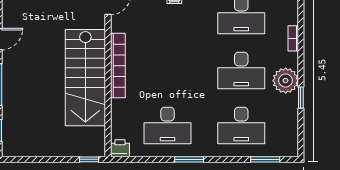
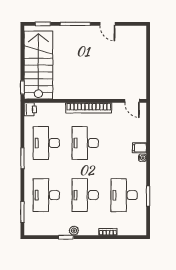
desk: (168, 70) -> (85, 143), added
stairs: (85, 78) -> (38, 65), moved, turned 90
plant: (286, 81) -> (74, 231), width x0.53, depth x0.53

